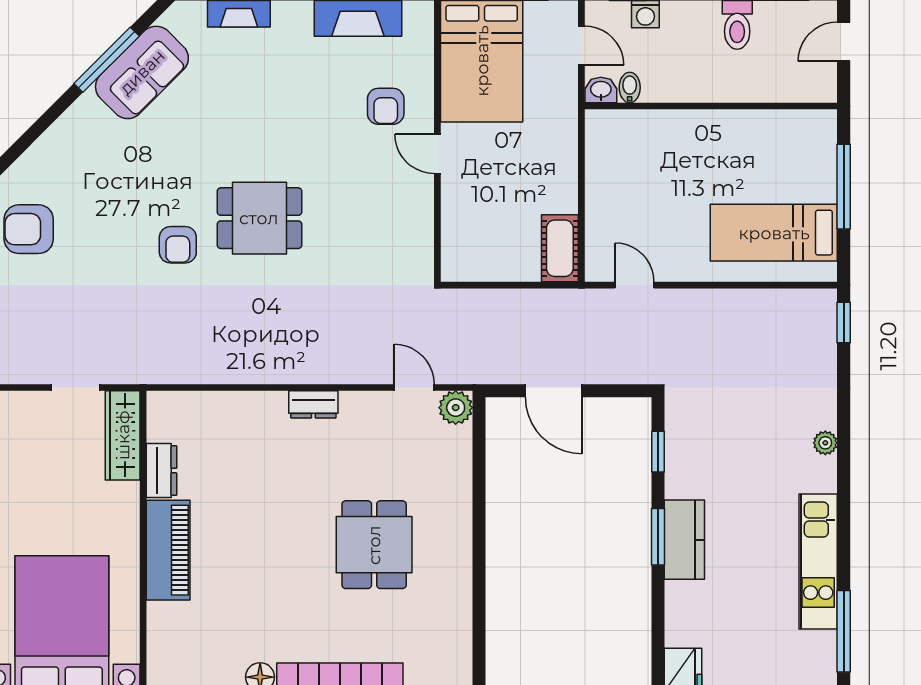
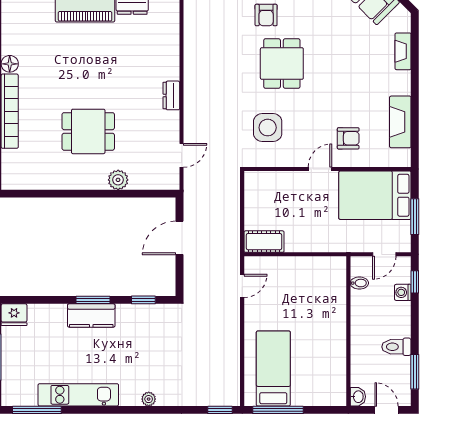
washbasin: (601, 90) -> (358, 397), moved
armchair: (386, 106) -> (348, 138), turned 180
window: (844, 187) -> (278, 410), moved
side table: (367, 242) -> (268, 128), added
armchair: (178, 245) -> (266, 15), turned -90
plant: (456, 408) -> (118, 180), moved

